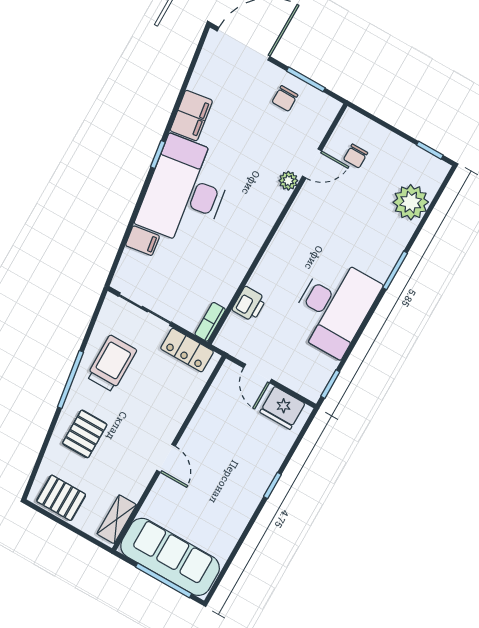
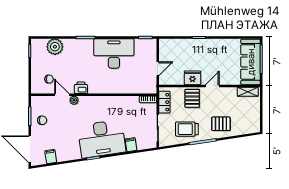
filing cabinet: (191, 116) -> (51, 156), moved, width x0.50
printer: (249, 304) -> (81, 88), moved
fridge: (282, 408) -> (192, 78), moved, turned -90
pallet: (61, 498) -> (192, 98), moved

